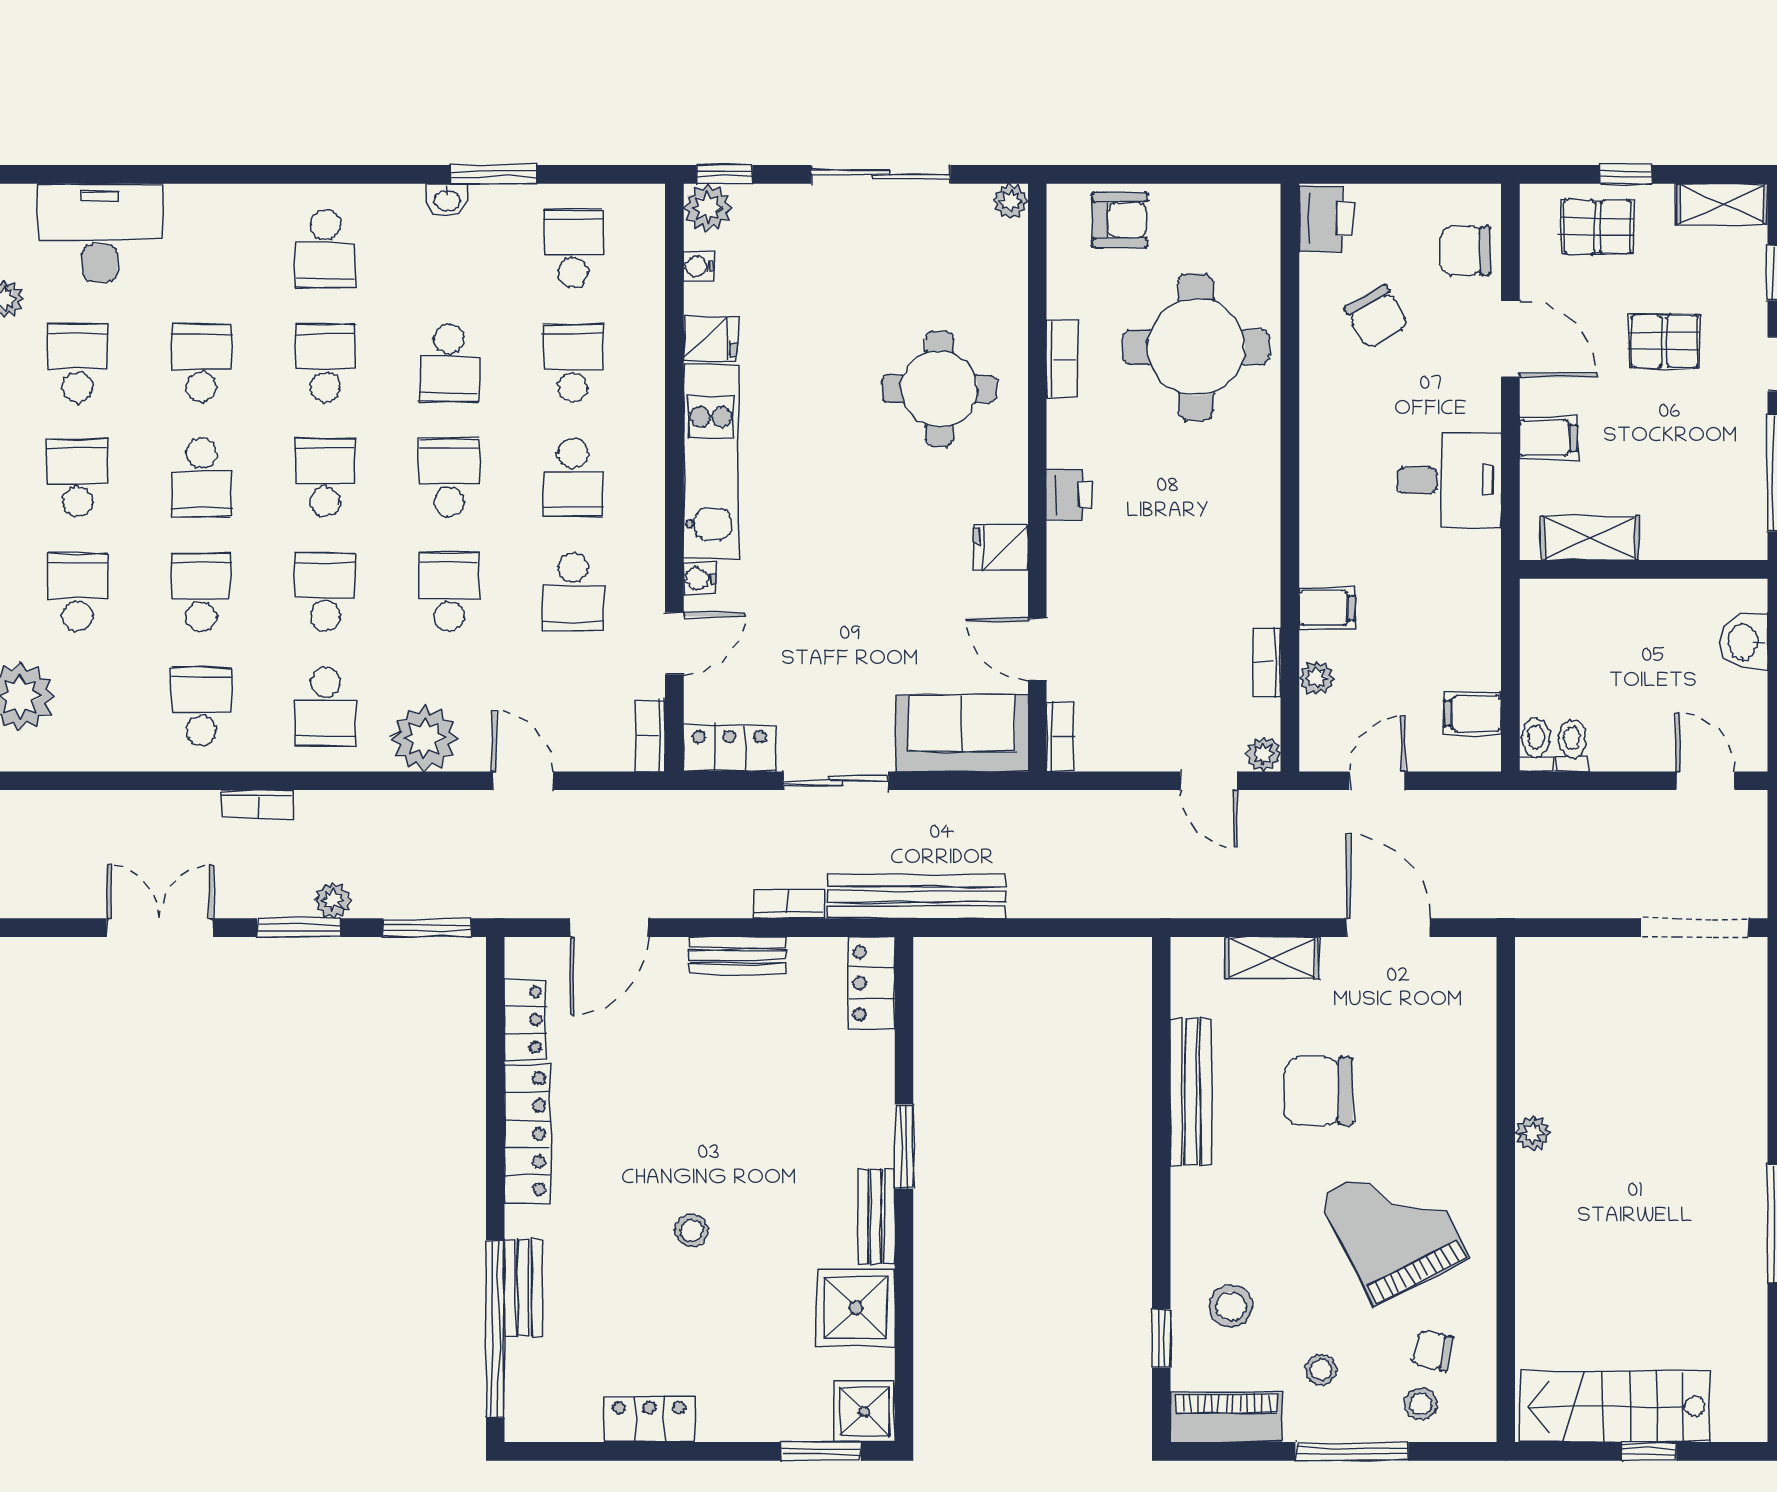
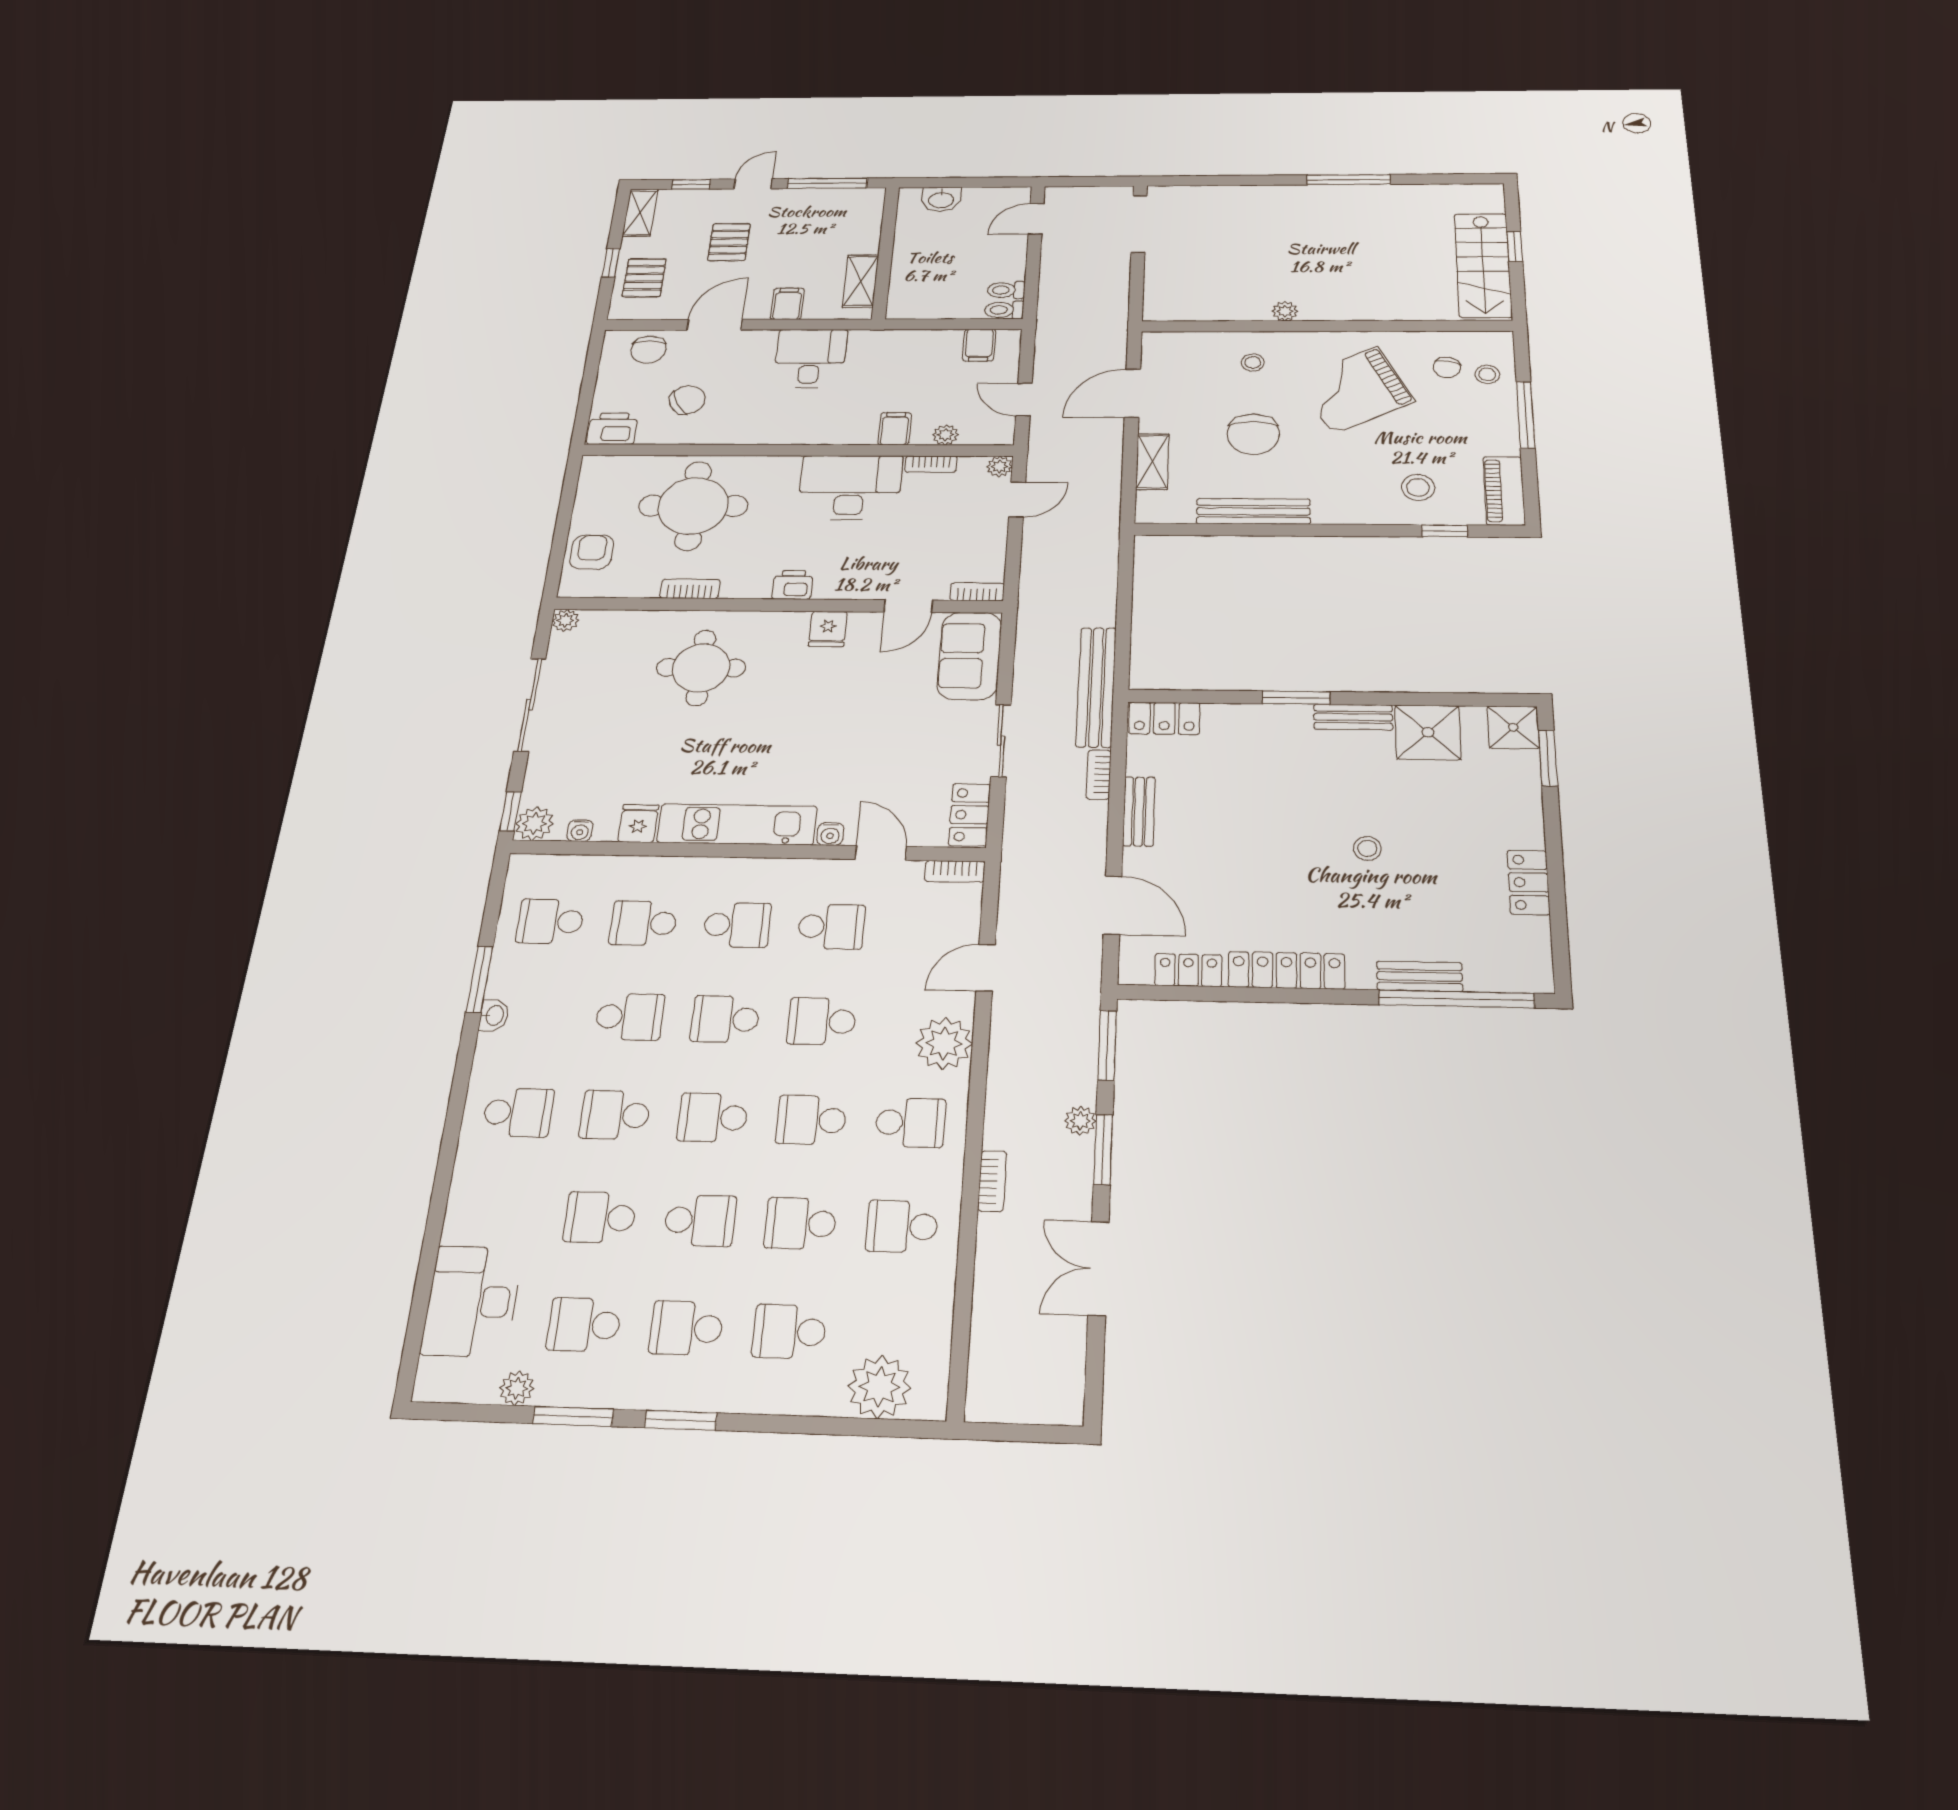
desk: (1227, 556) -> (850, 487), added
stool: (1321, 1370) -> (1253, 362), moved

